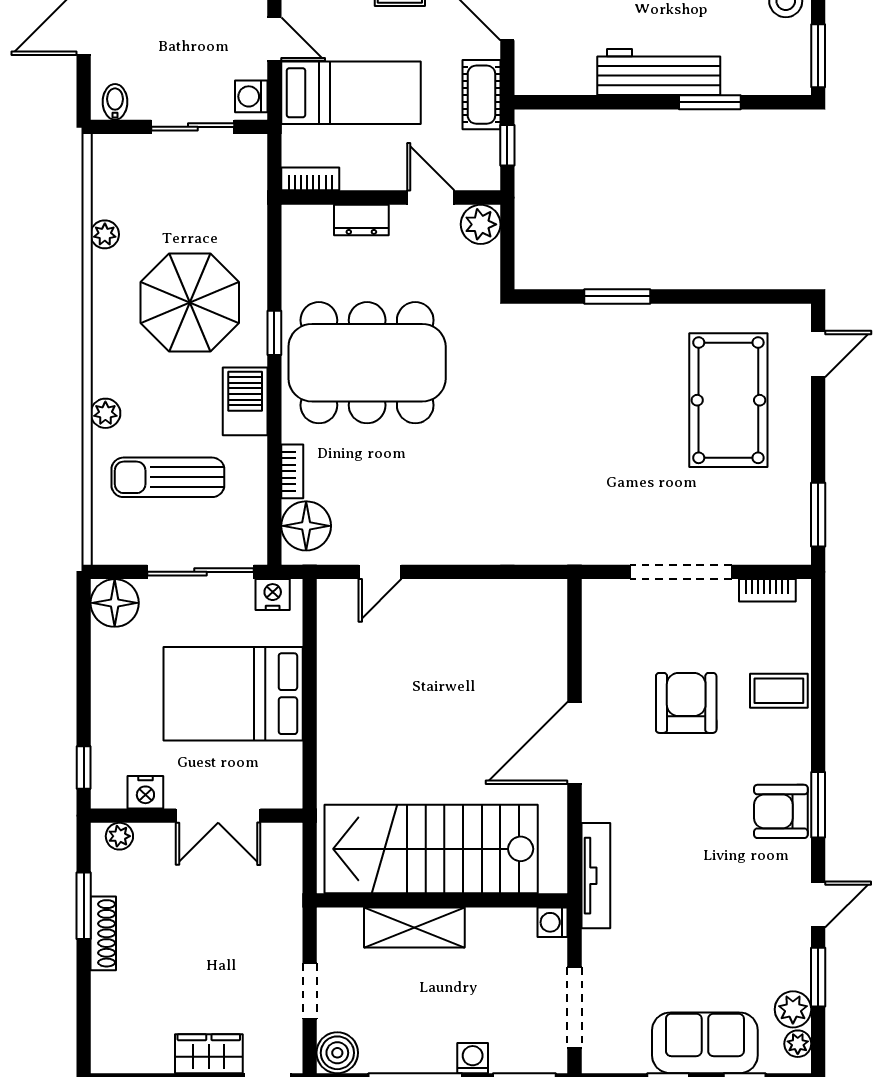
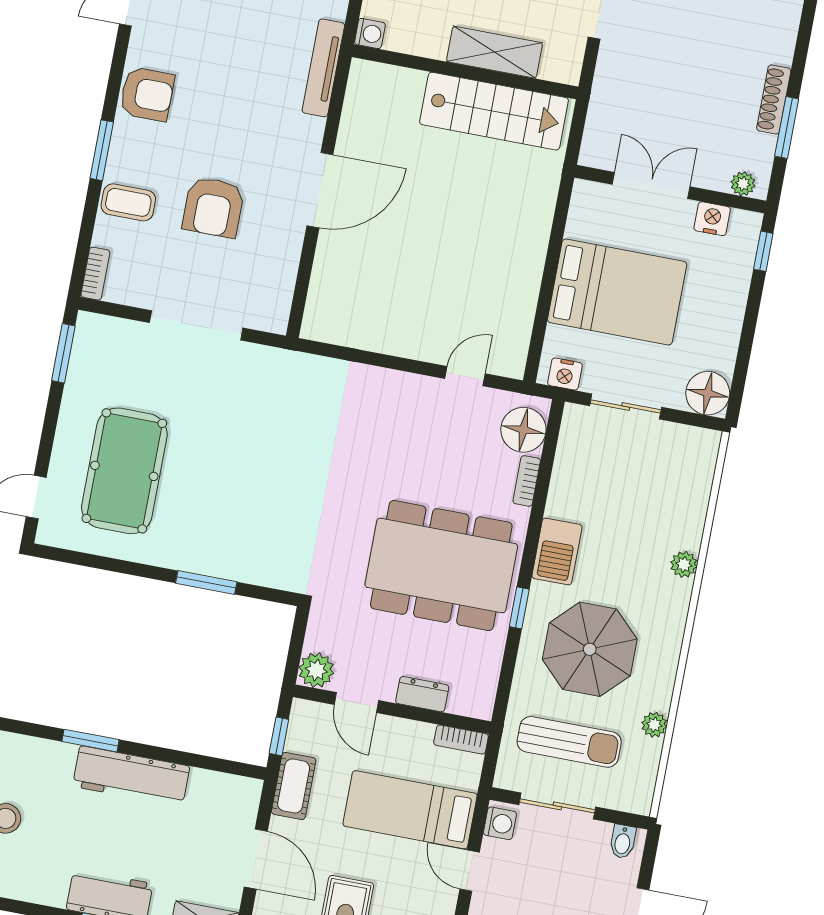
sun lounger: (168, 477) -> (569, 742), moved
sliding door: (200, 572) -> (626, 406), width x0.73
bookcase: (767, 590) -> (95, 274), moved, turned 90
window: (818, 805) -> (102, 150), moved
stairs: (431, 849) -> (494, 111), width x0.73, depth x0.66

